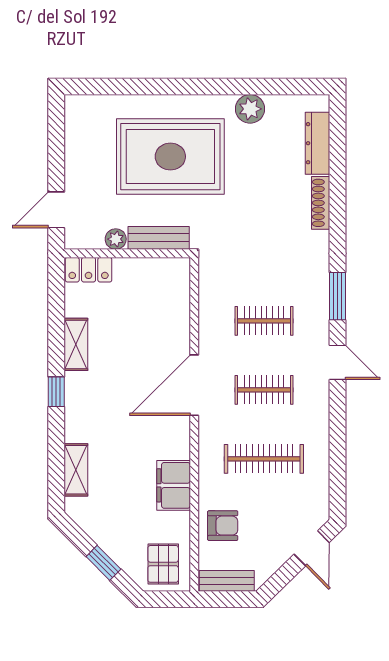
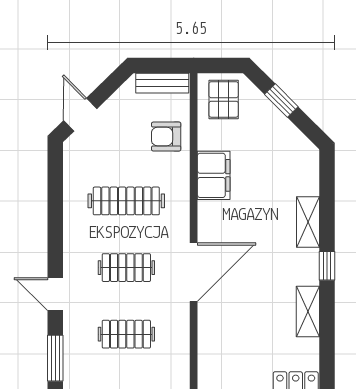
shelving: (76, 470) -> (308, 222), moved

